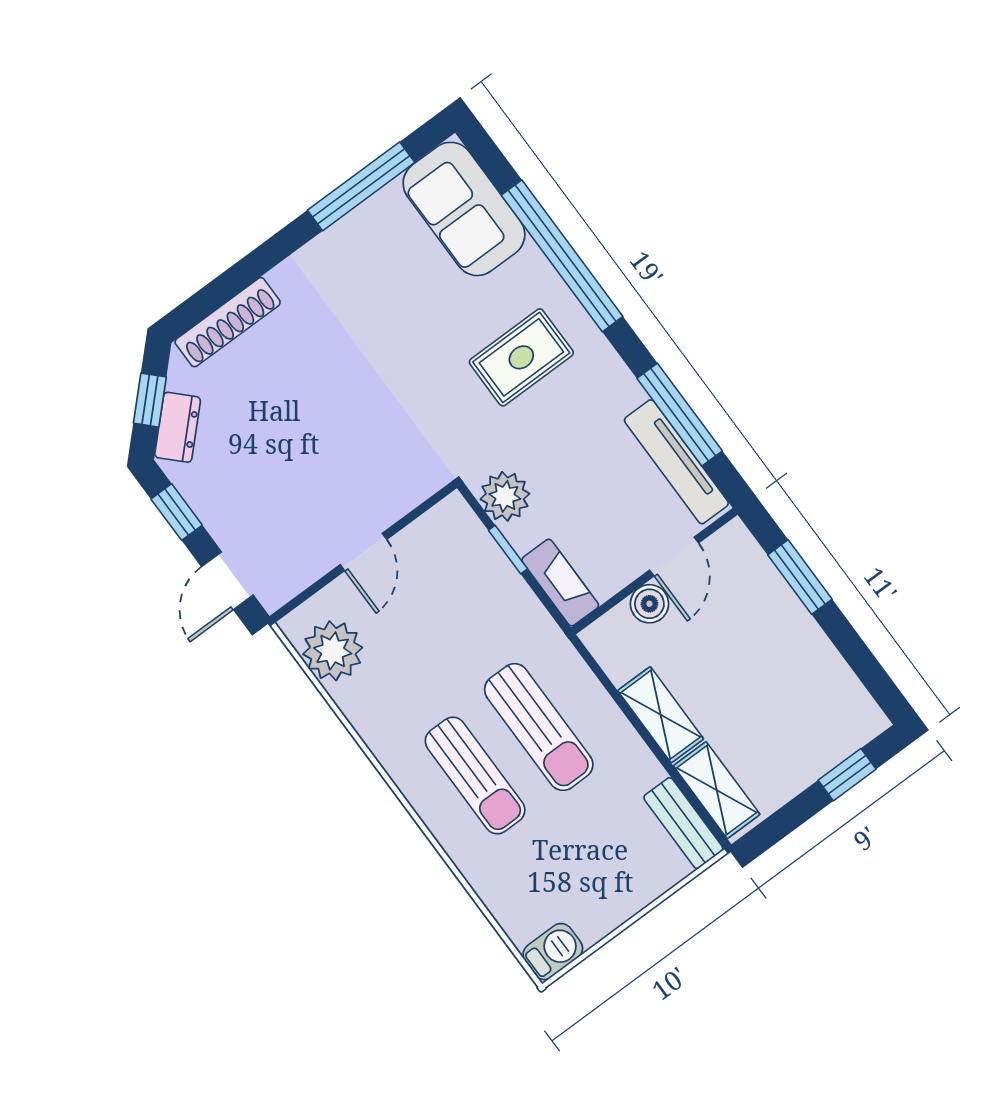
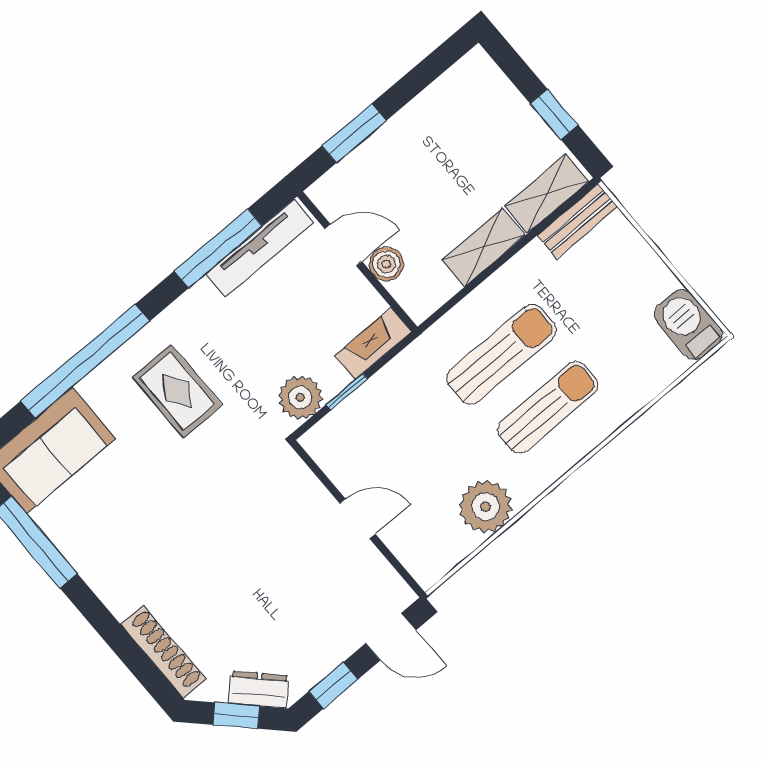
plant: (333, 651) -> (486, 507), moved
window: (847, 775) -> (554, 114), moved
barbecue: (553, 952) -> (688, 325), width x1.38, depth x1.27

